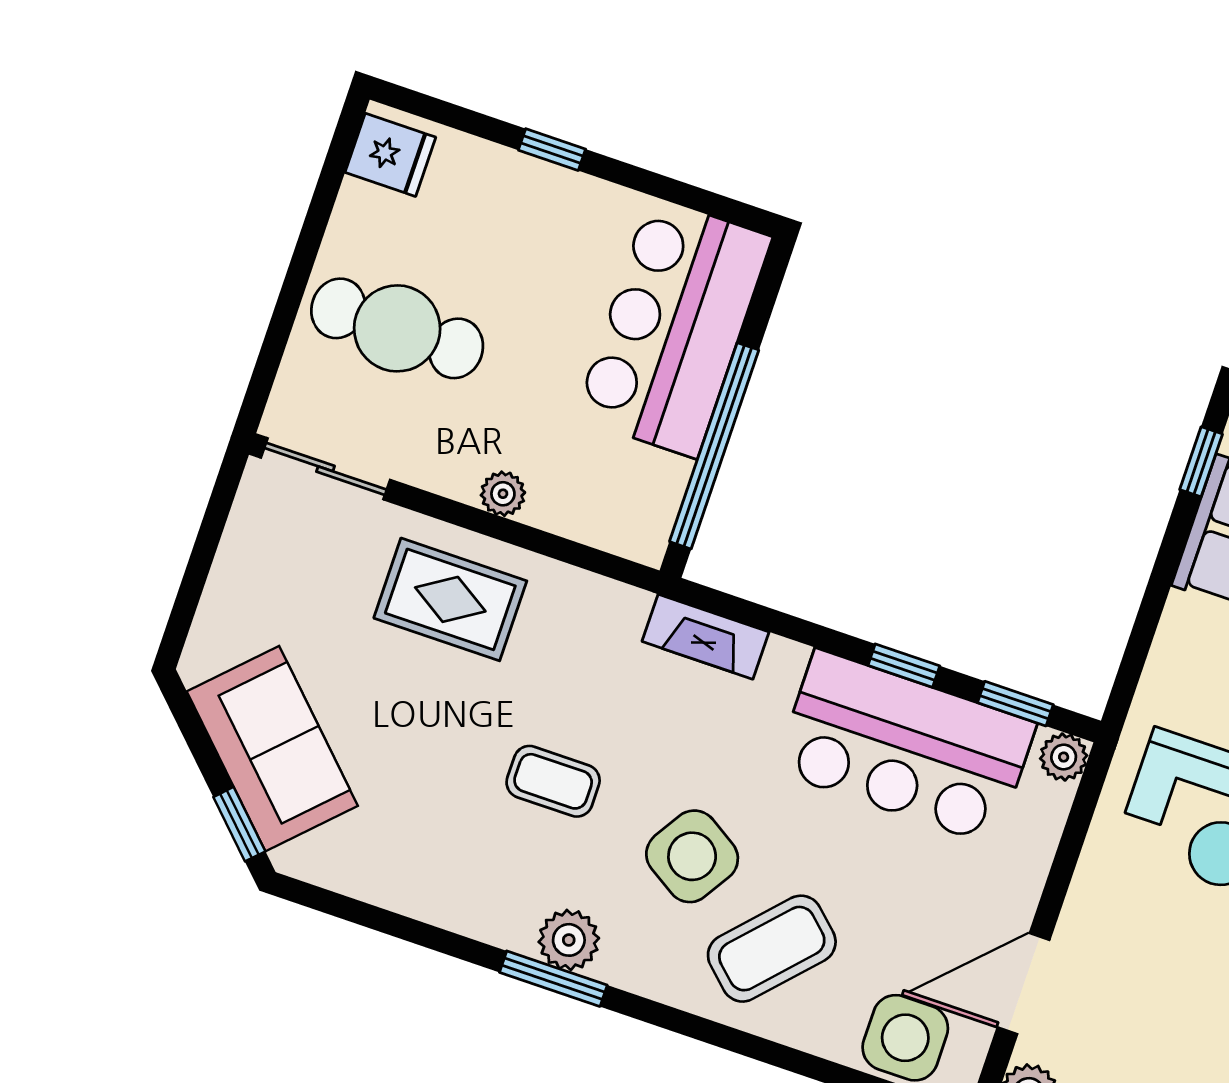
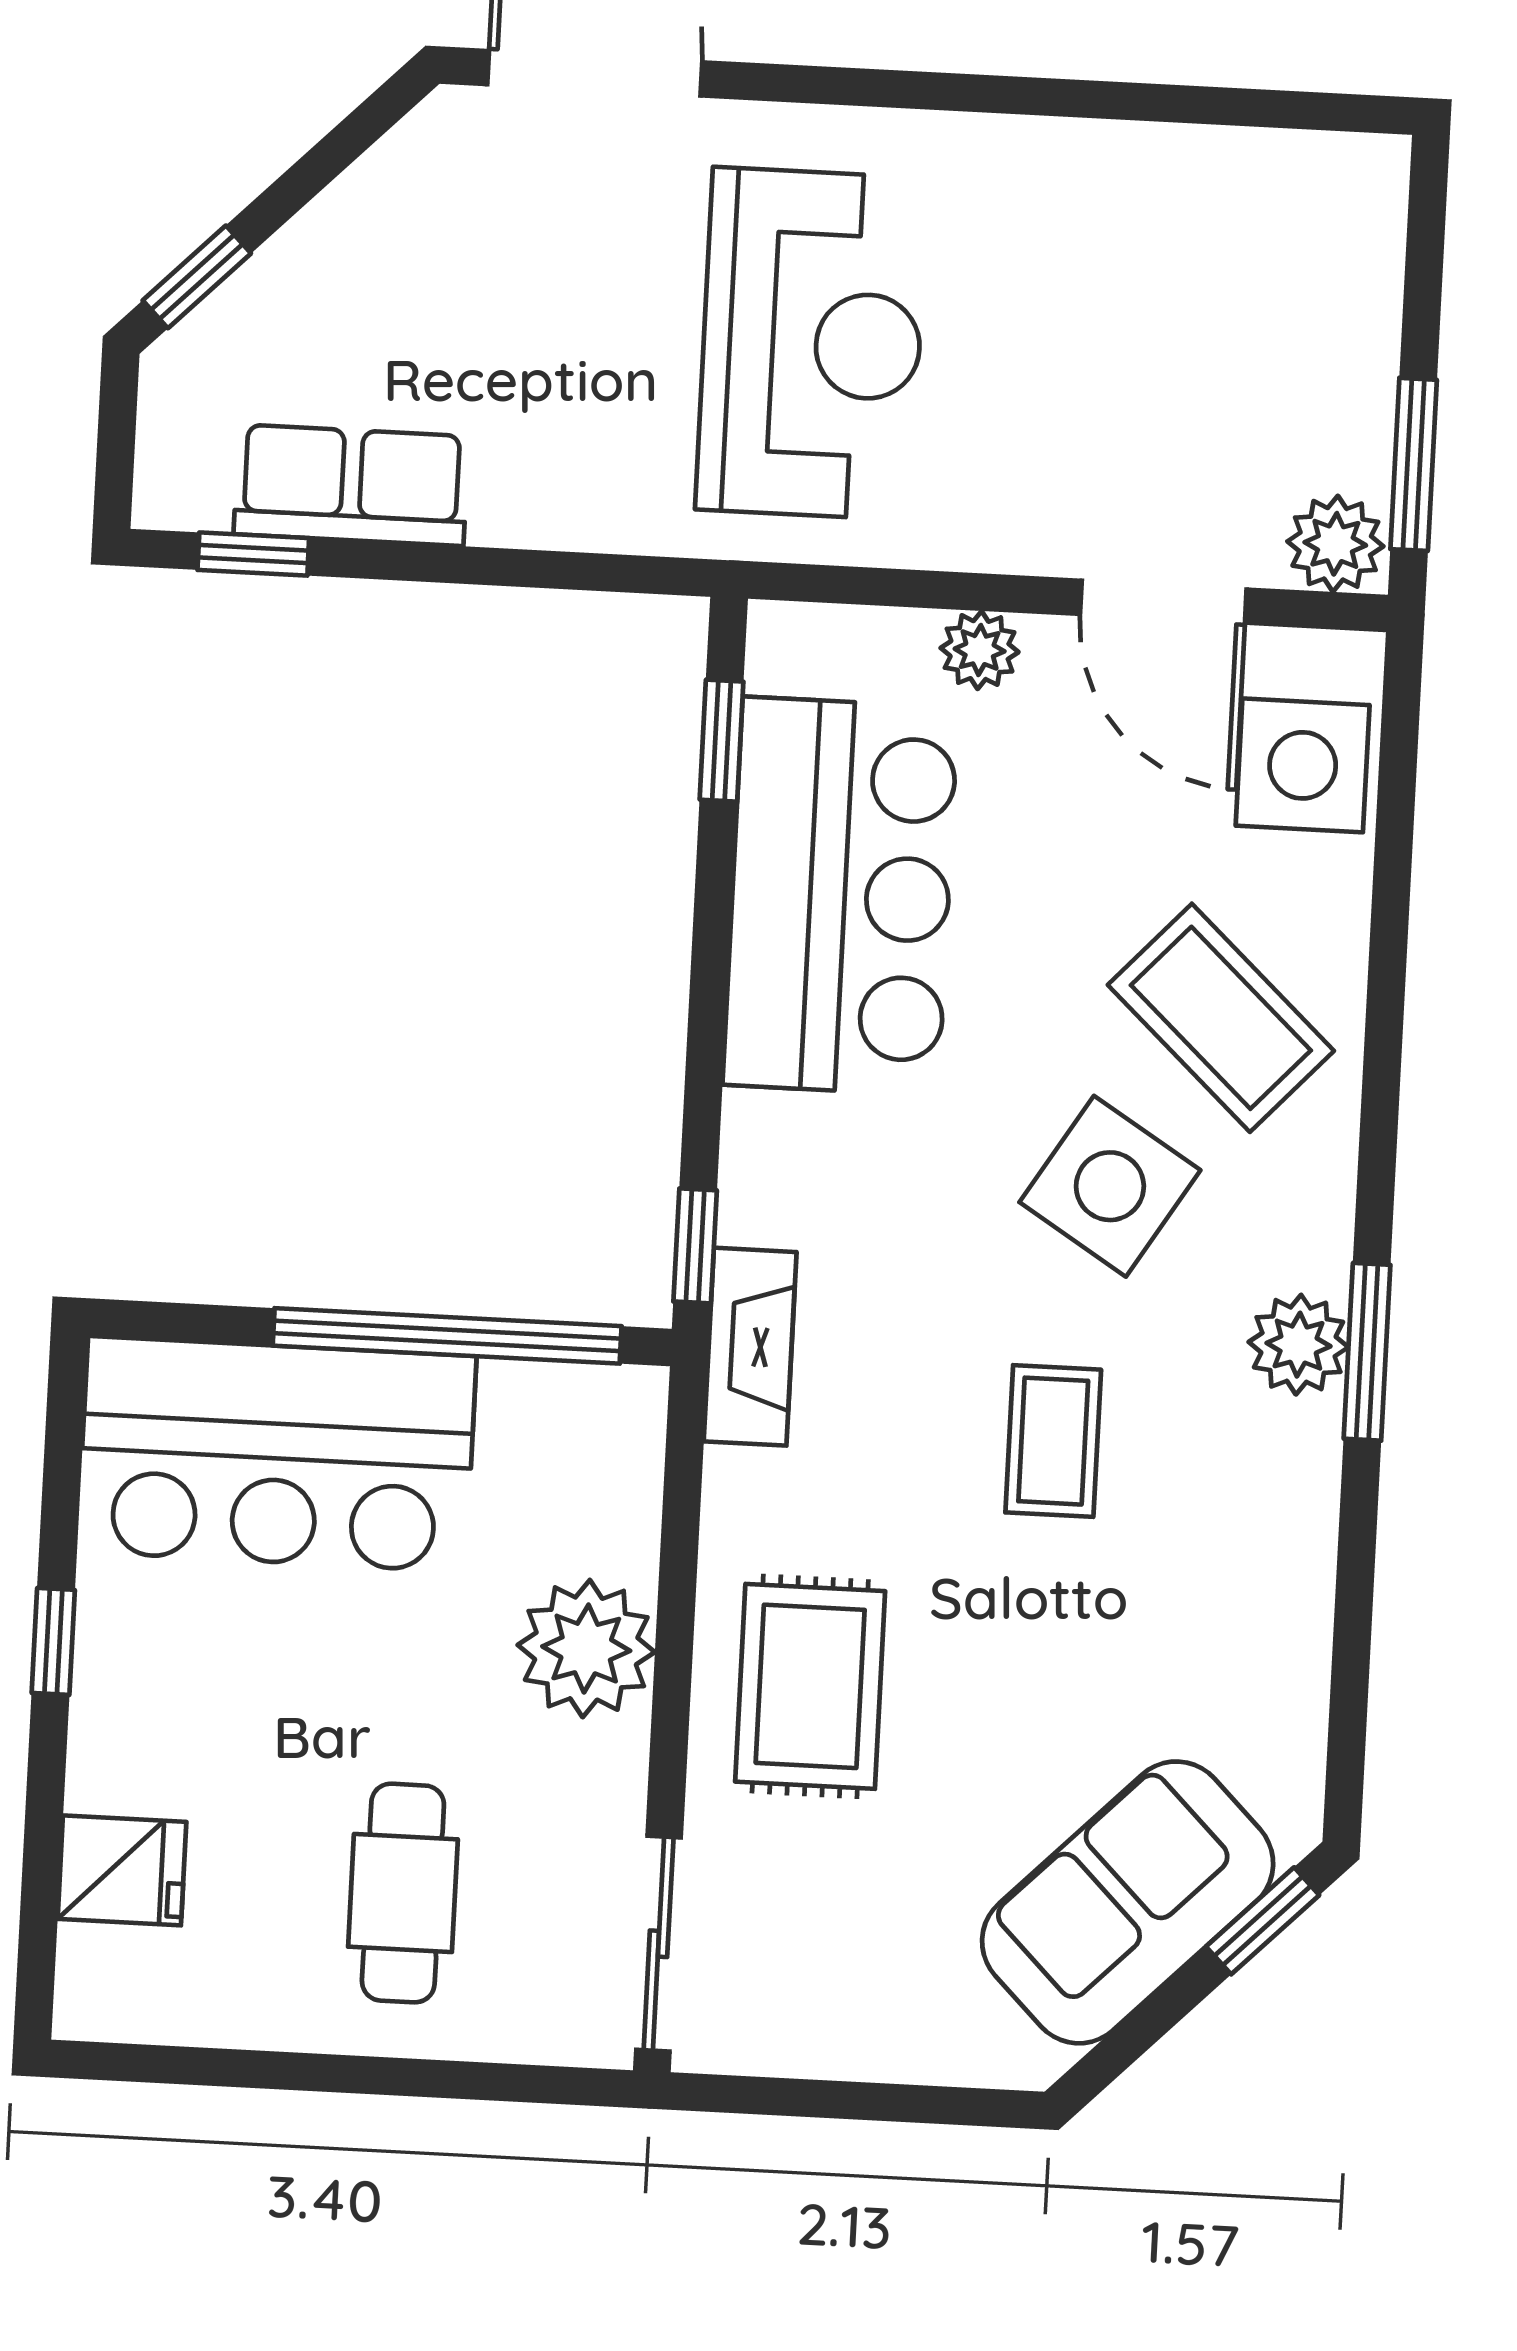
window: (552, 150) -> (53, 1641), moved
fridge: (390, 155) -> (122, 1870), moved, turned 90
cafe table: (397, 328) -> (403, 1893), width x0.73, depth x0.74
plant: (503, 494) -> (586, 1649), width x1.87, depth x1.87
fireplace: (706, 637) -> (750, 1347), moved
window: (904, 666) -> (695, 1246), moved
plant: (1064, 757) -> (980, 650), moved

